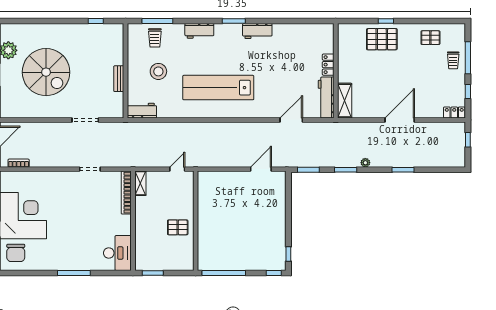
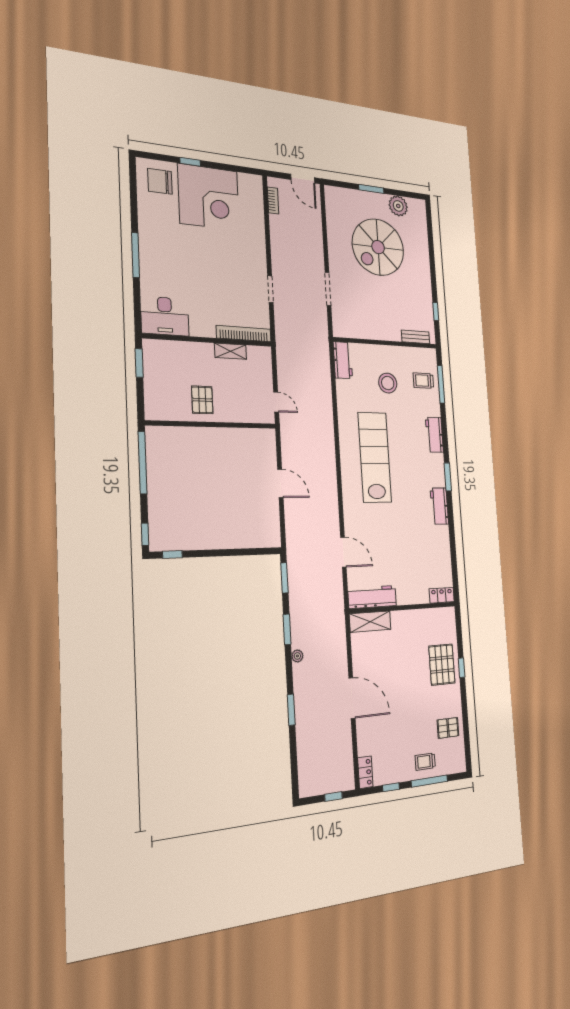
pallet: (430, 38) -> (448, 728), turned 90
locker: (328, 65) -> (442, 595), moved
bench: (119, 79) -> (416, 337), moved
door: (261, 169) -> (280, 483), moved
shelving: (140, 183) -> (231, 351), moved

